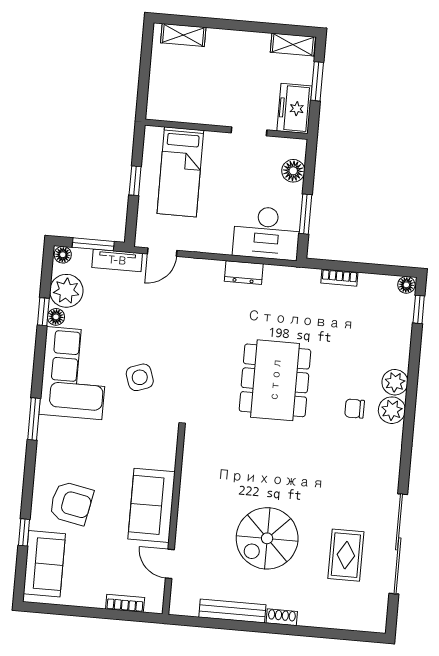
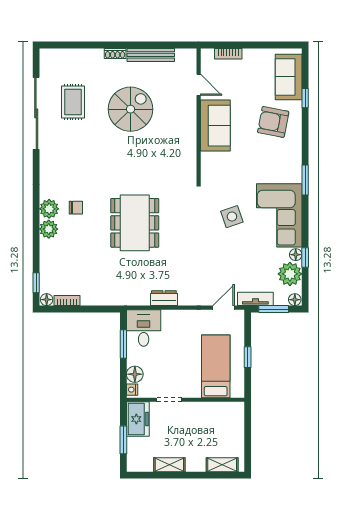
shelving: (293, 44) -> (169, 465), moved
nightstand: (299, 150) -> (132, 390), added
desk: (267, 233) -> (144, 328), width x0.73
bookcase: (339, 278) -> (67, 301), moved

